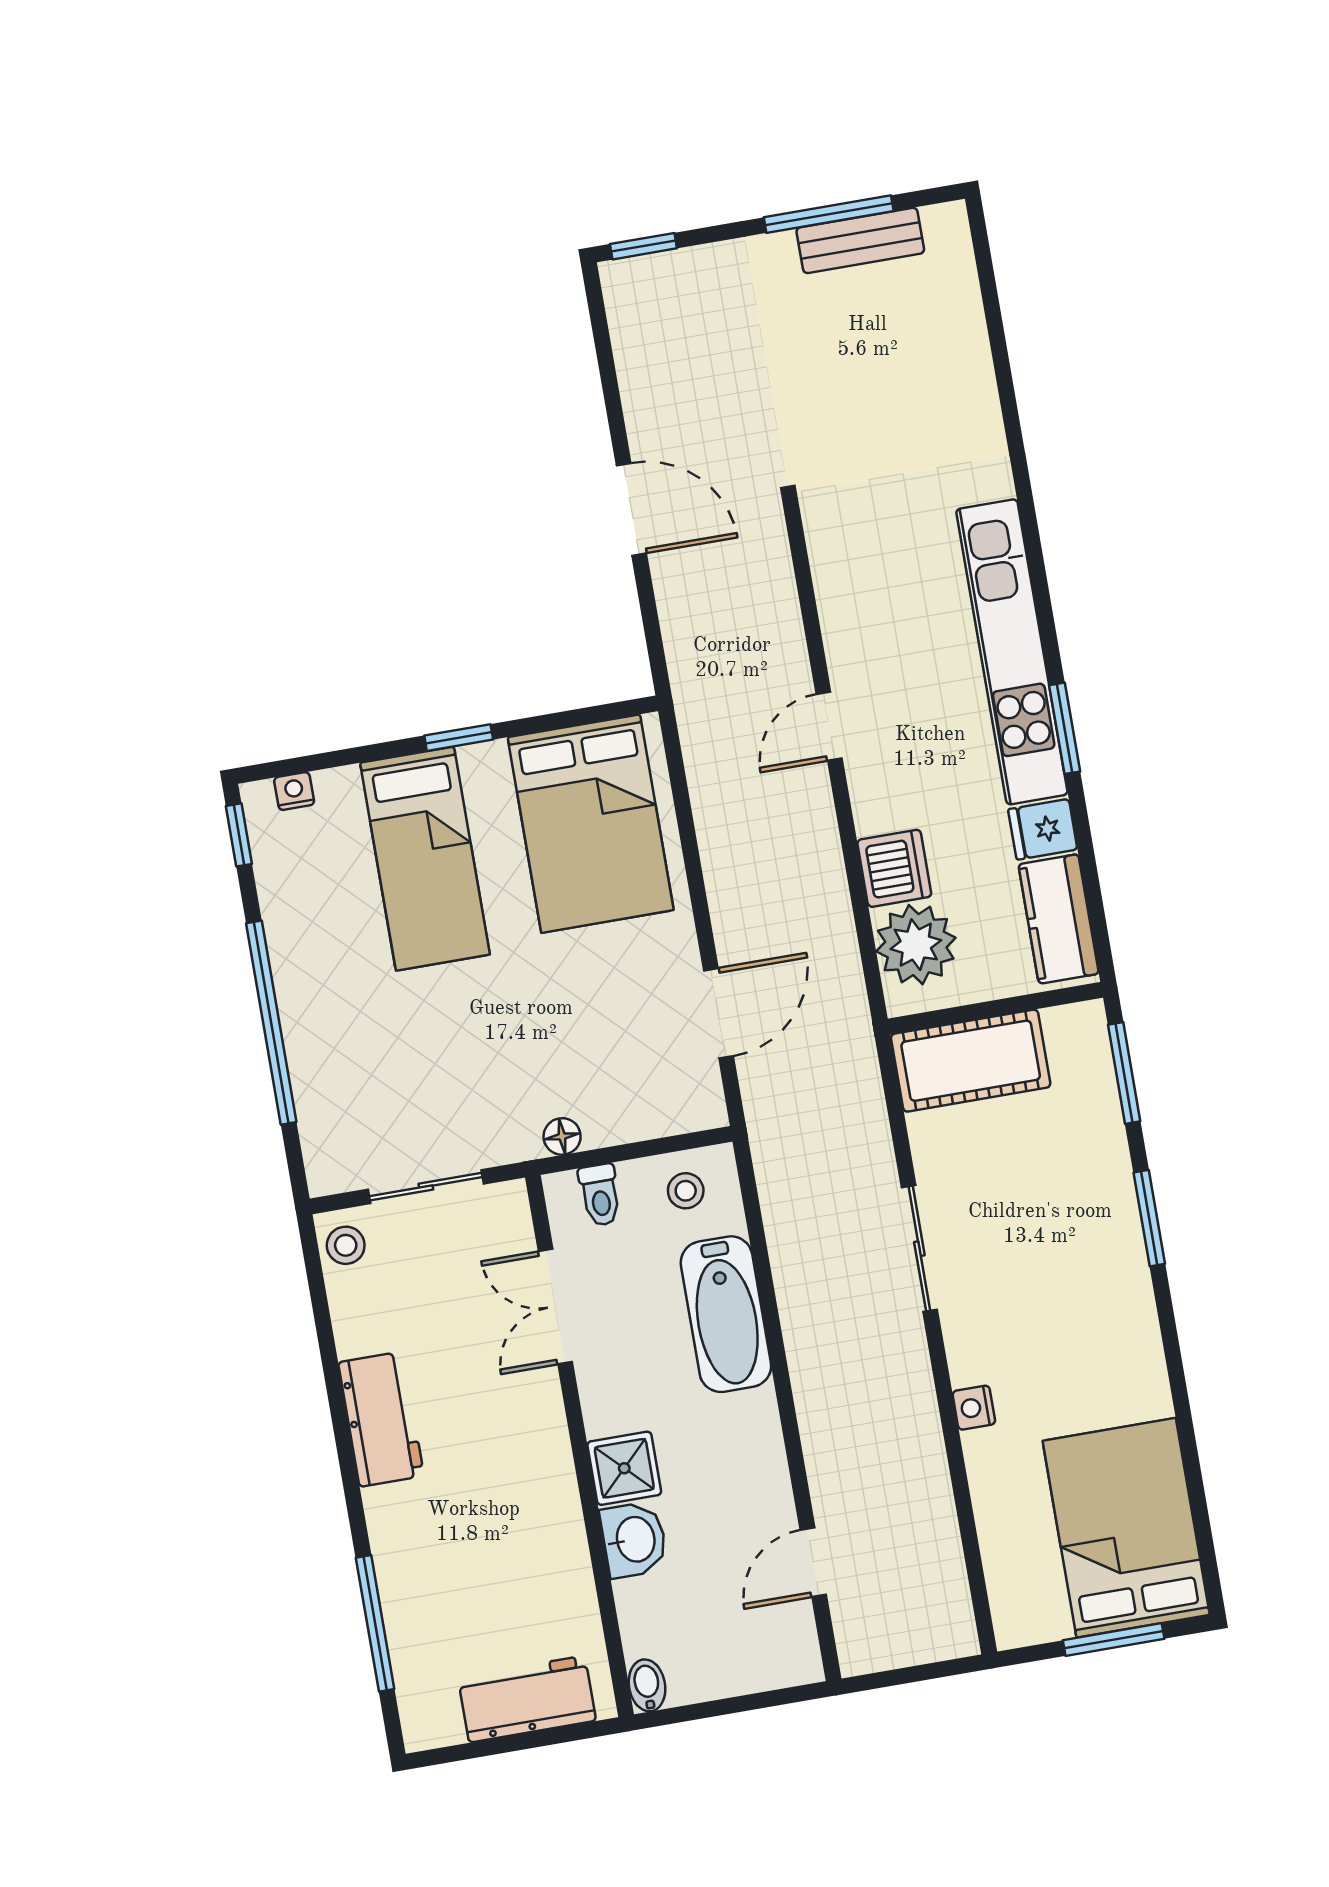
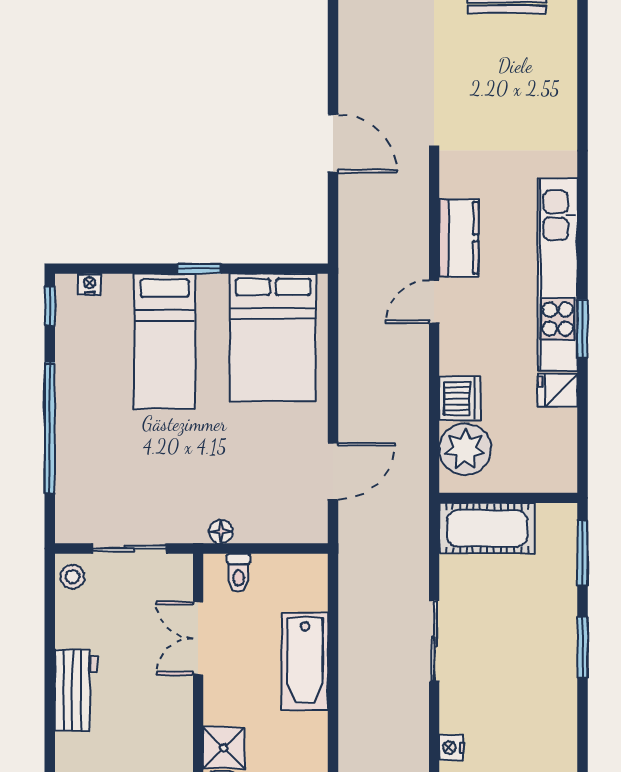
kitchen counter: (1059, 919) -> (459, 238), moved, turned 180
stool: (686, 1191) -> (293, 579), removed

